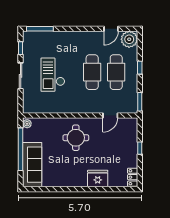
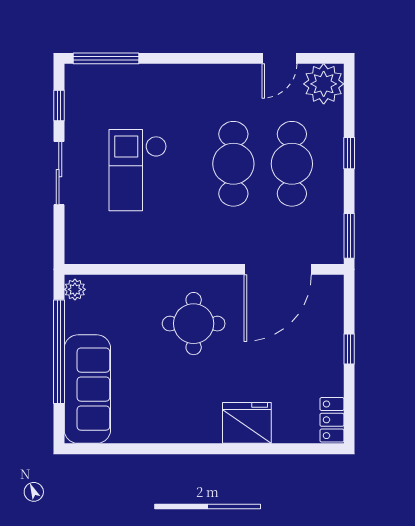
door: (110, 115) -> (278, 269), width x1.88

